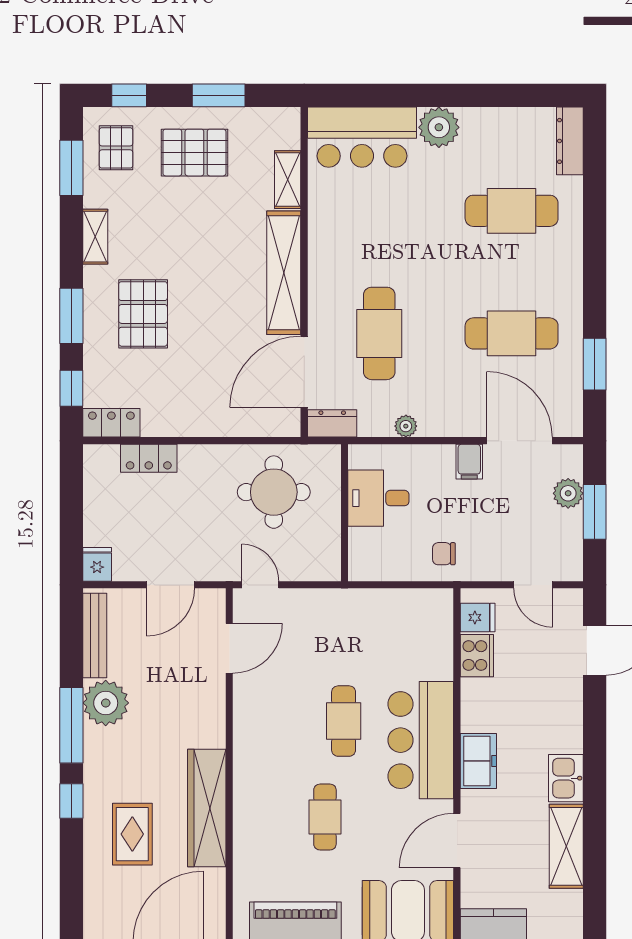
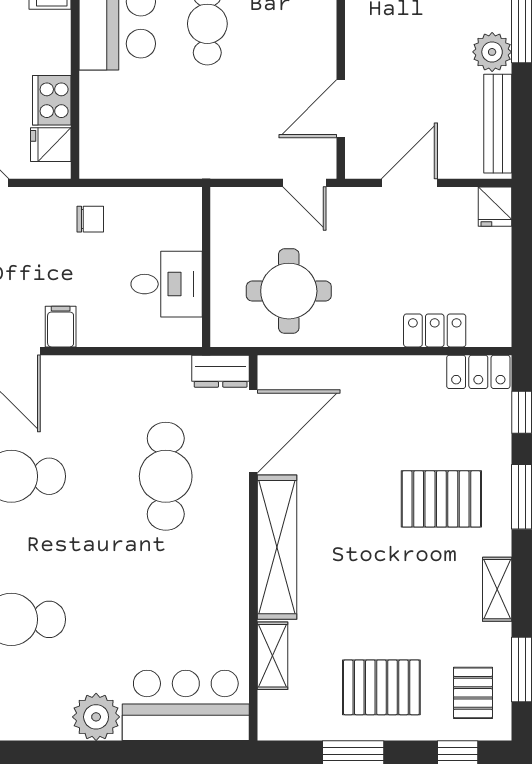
pallet: (143, 314) -> (441, 499), turned 90
plant: (406, 426) -> (135, 368), removed
plant: (106, 703) -> (492, 52), width x0.73, depth x0.73

